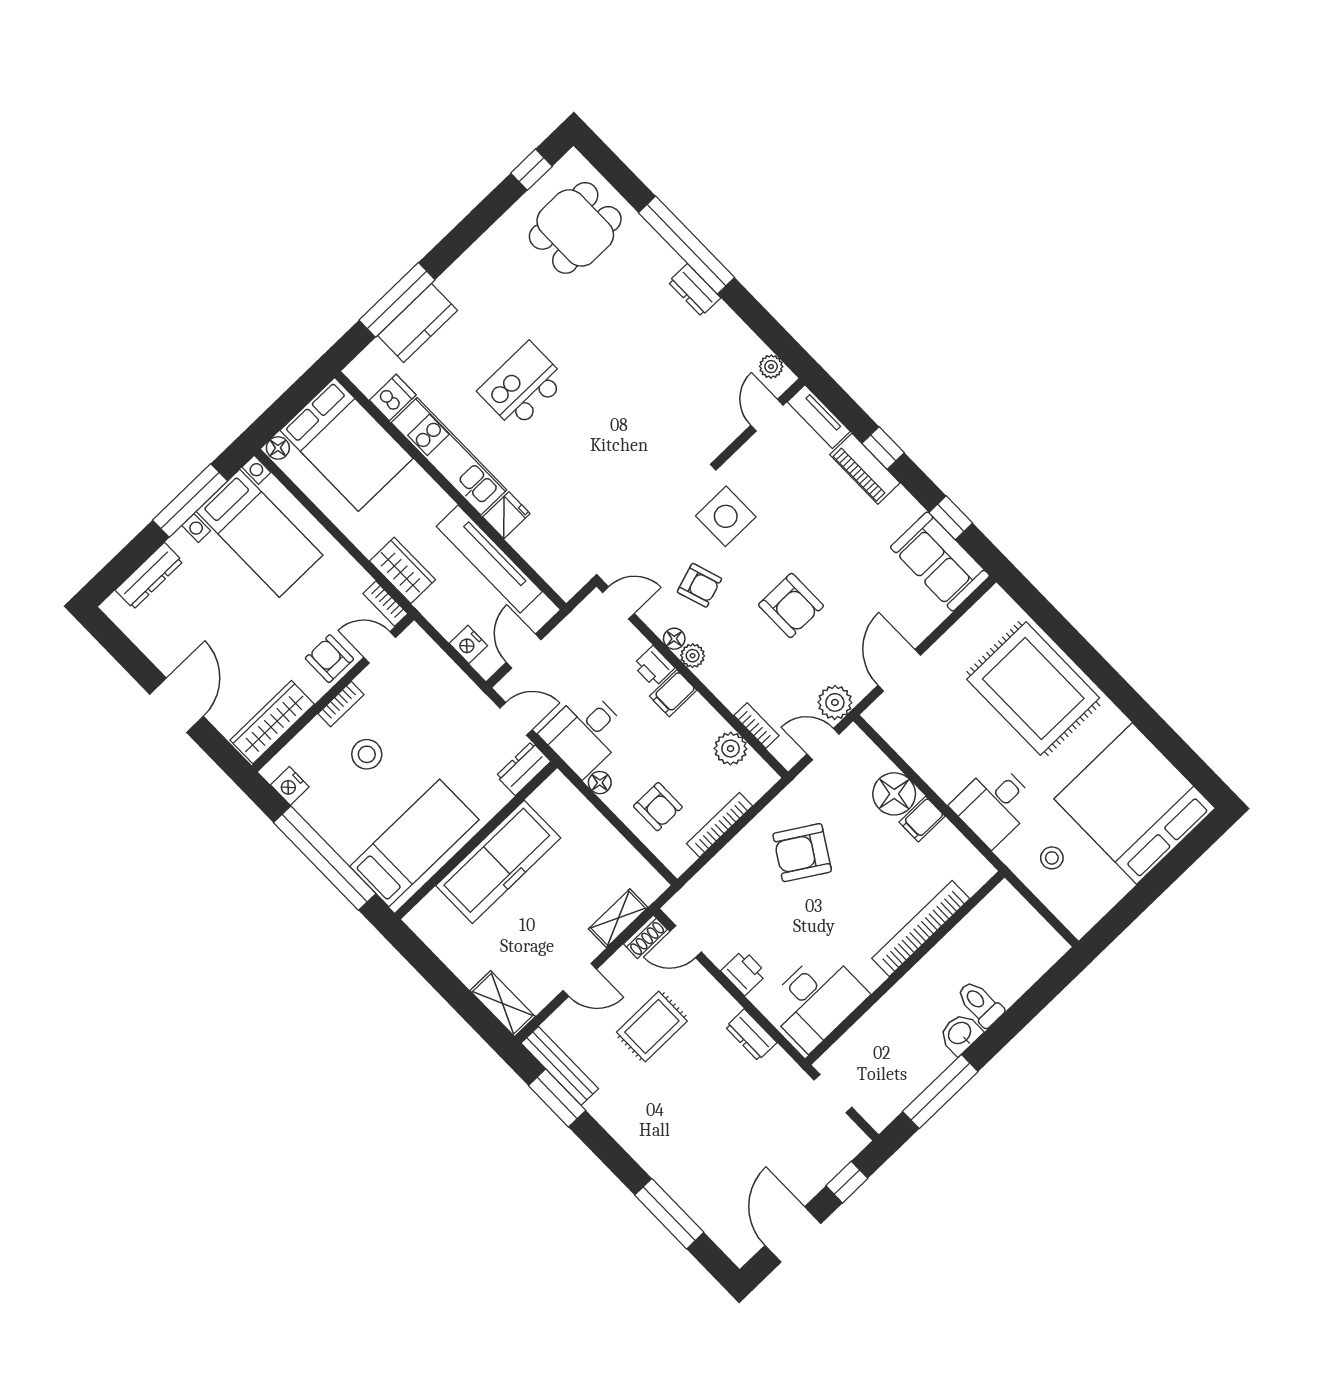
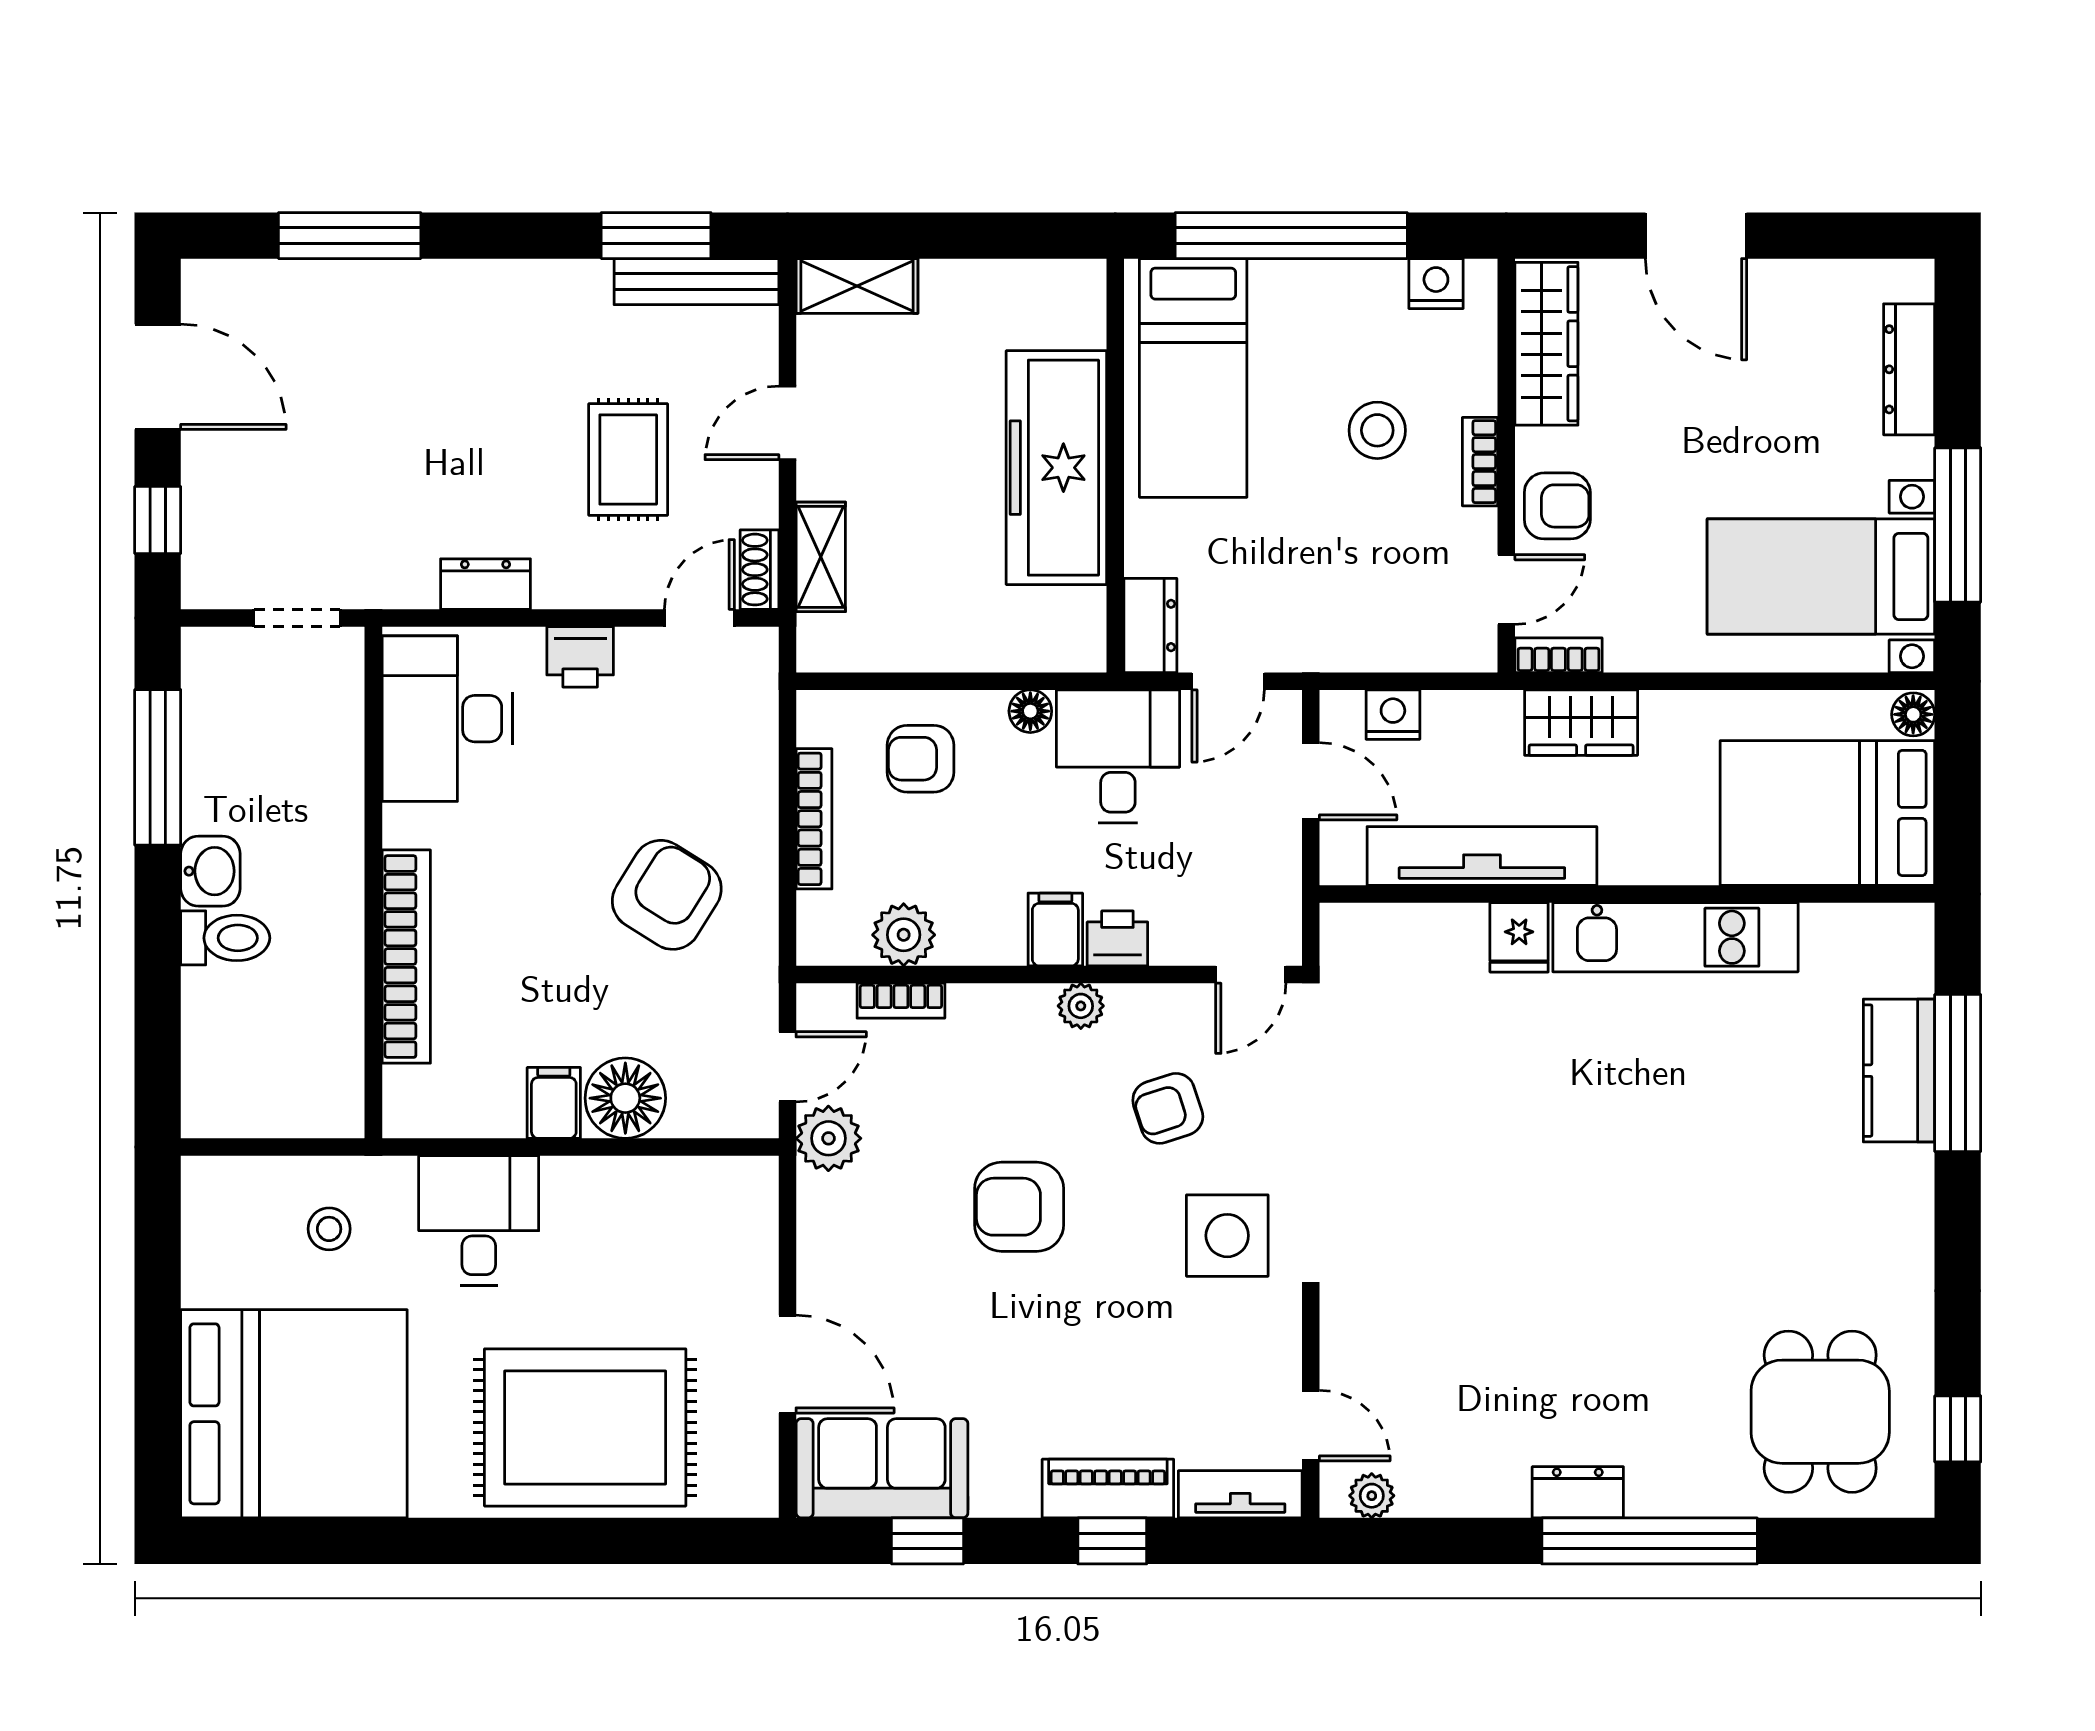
kitchen island: (522, 386) -> (1675, 1131), removed
dishwasher: (393, 397) -> (1830, 938), removed
floor lamp: (674, 639) -> (1128, 1003), removed
door: (899, 670) -> (787, 1364), moved

